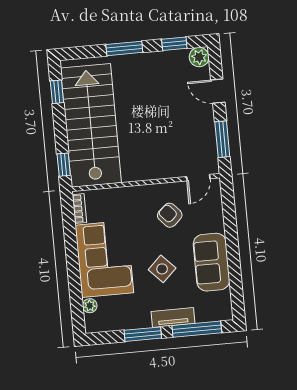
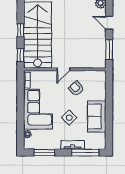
window: (57, 92) -> (21, 30), moved
door: (198, 178) -> (63, 69), moved
window: (143, 334) -> (44, 152), moved

